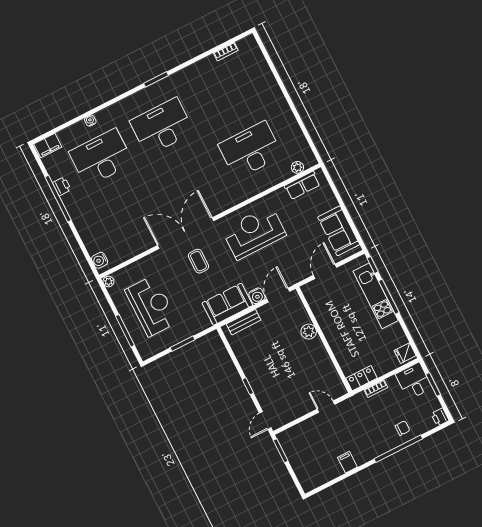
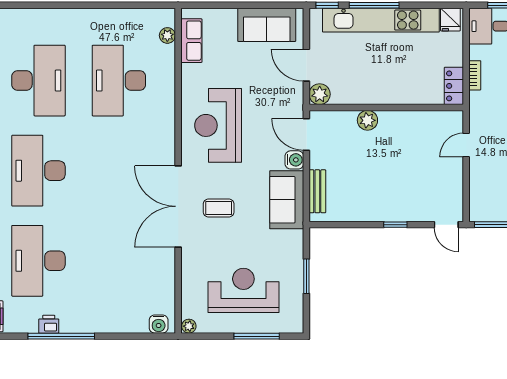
desk: (223, 96) -> (38, 81), added
plant: (310, 290) -> (320, 94), added
kitchen unit: (376, 296) -> (381, 20), width x1.36

